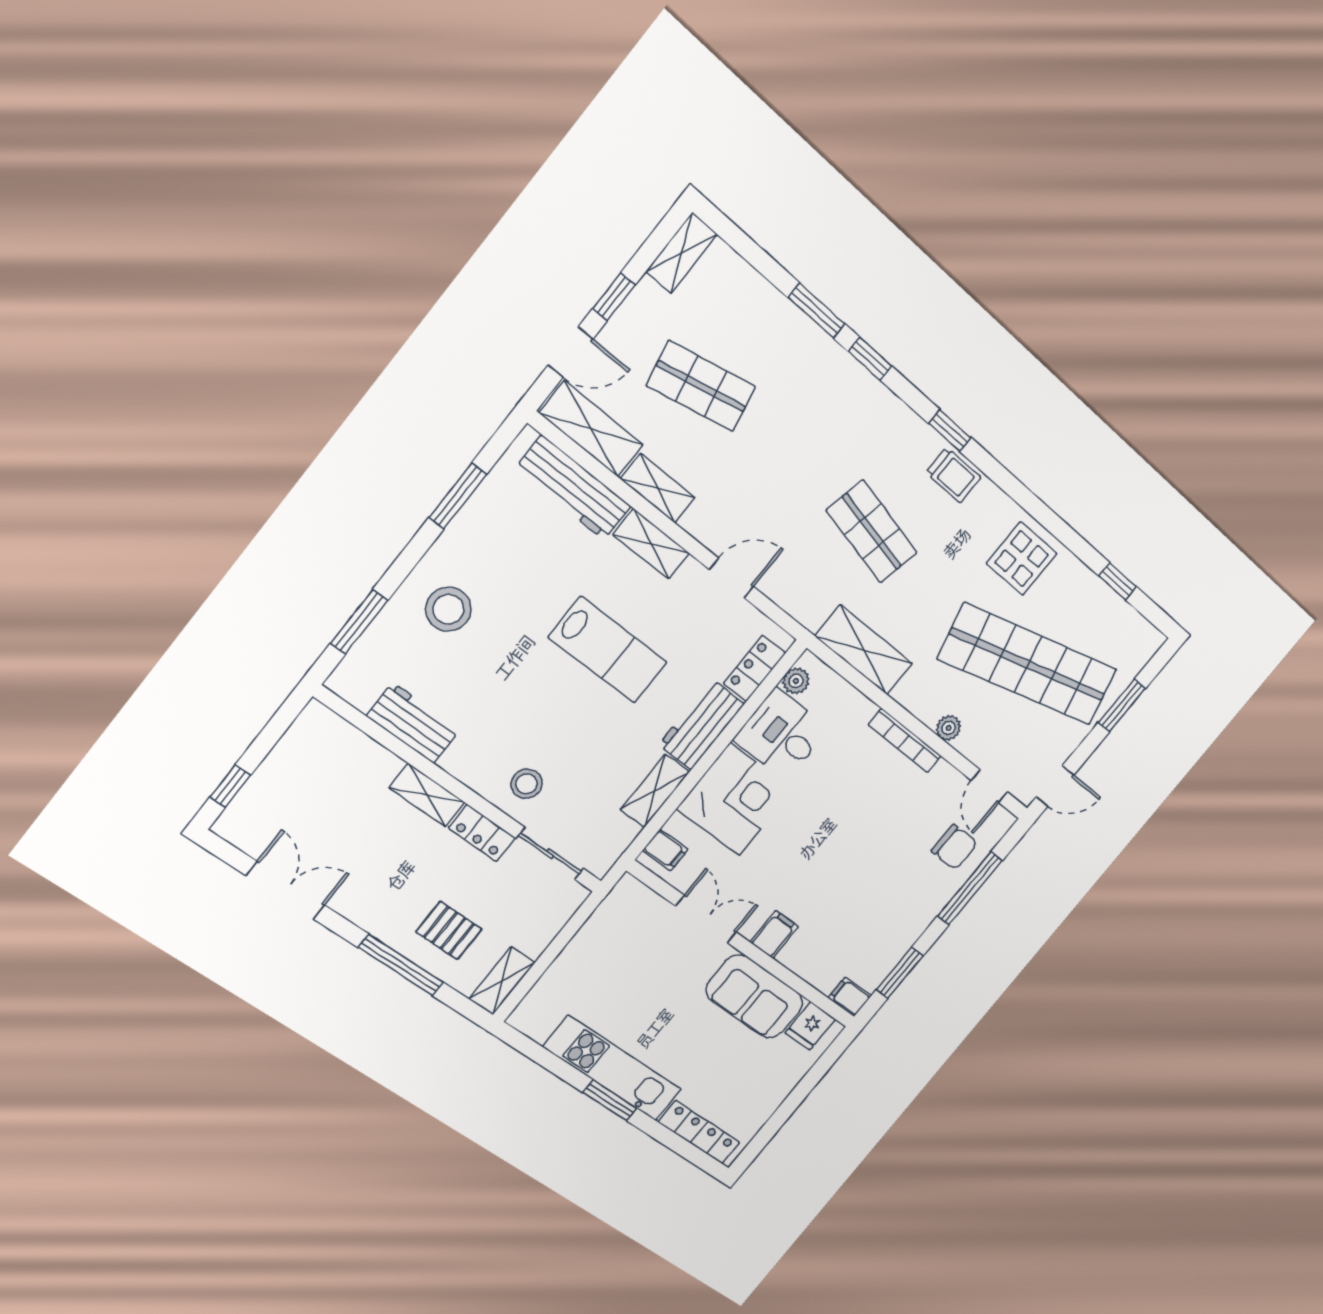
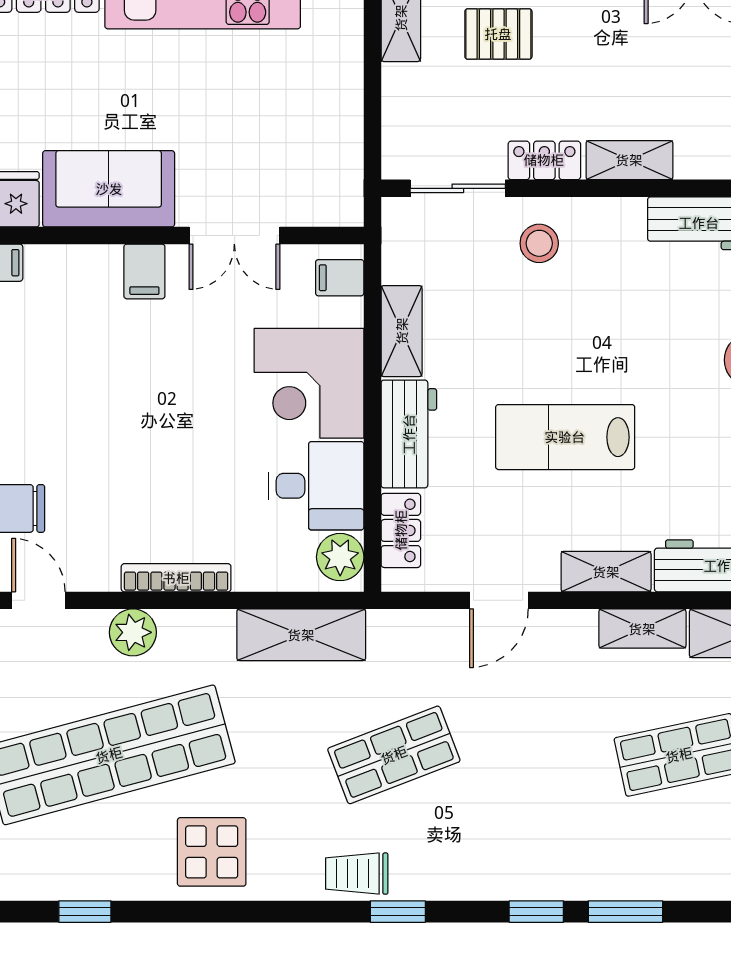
shop shelf: (872, 532) -> (394, 755), turned -33
plant: (796, 681) -> (340, 557), width x1.38, depth x1.38
plant: (949, 728) -> (133, 632), width x1.38, depth x1.38

